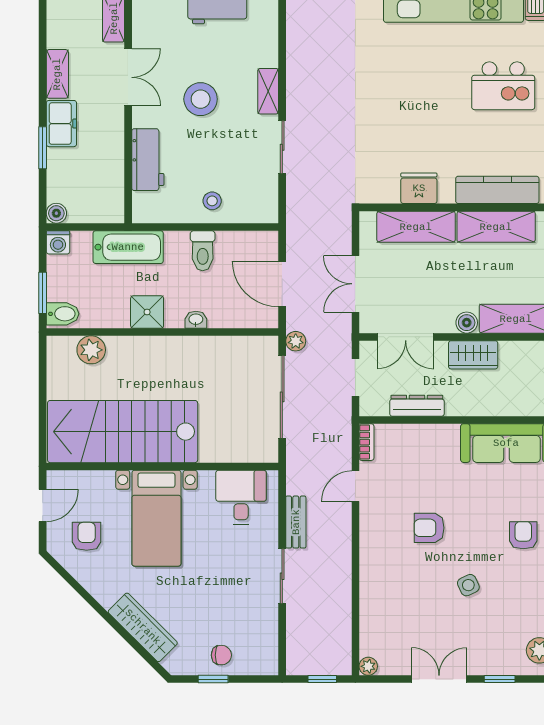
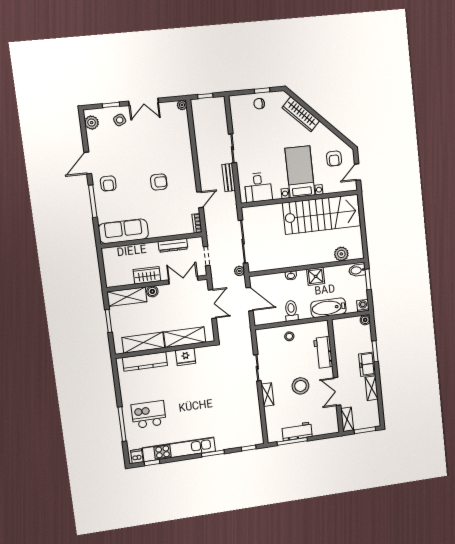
side table: (468, 585) -> (120, 120), moved

